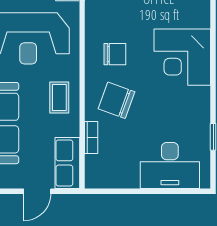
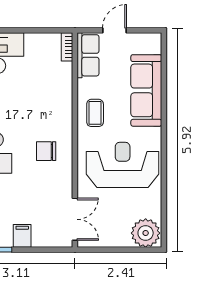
chair: (116, 100) -> (45, 111), removed
bookcase: (91, 138) -> (67, 47), moved

